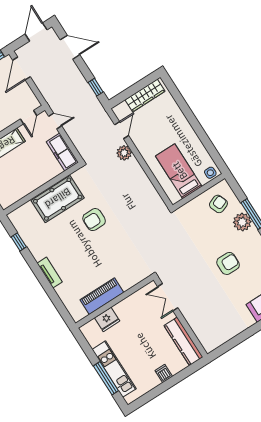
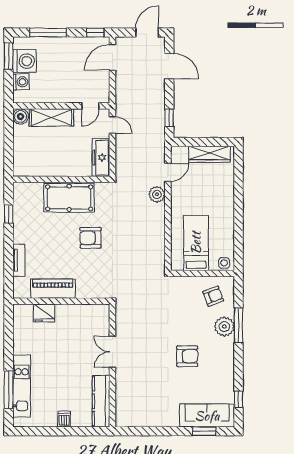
piano: (102, 296) -> (53, 289), moved
wall: (115, 302) -> (61, 301), moved
fridge: (107, 319) -> (44, 313), moved

